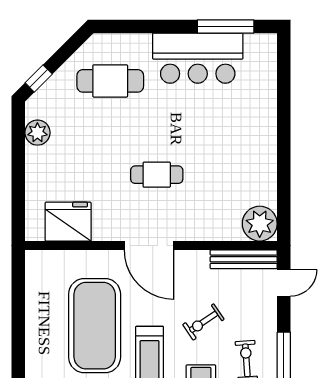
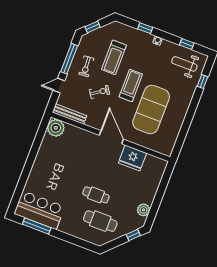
bar counter: (198, 58) -> (40, 210), moved
cafe table: (157, 175) -> (96, 195), moved
fridge: (68, 222) -> (132, 158), moved
door: (284, 283) -> (59, 86), moved

